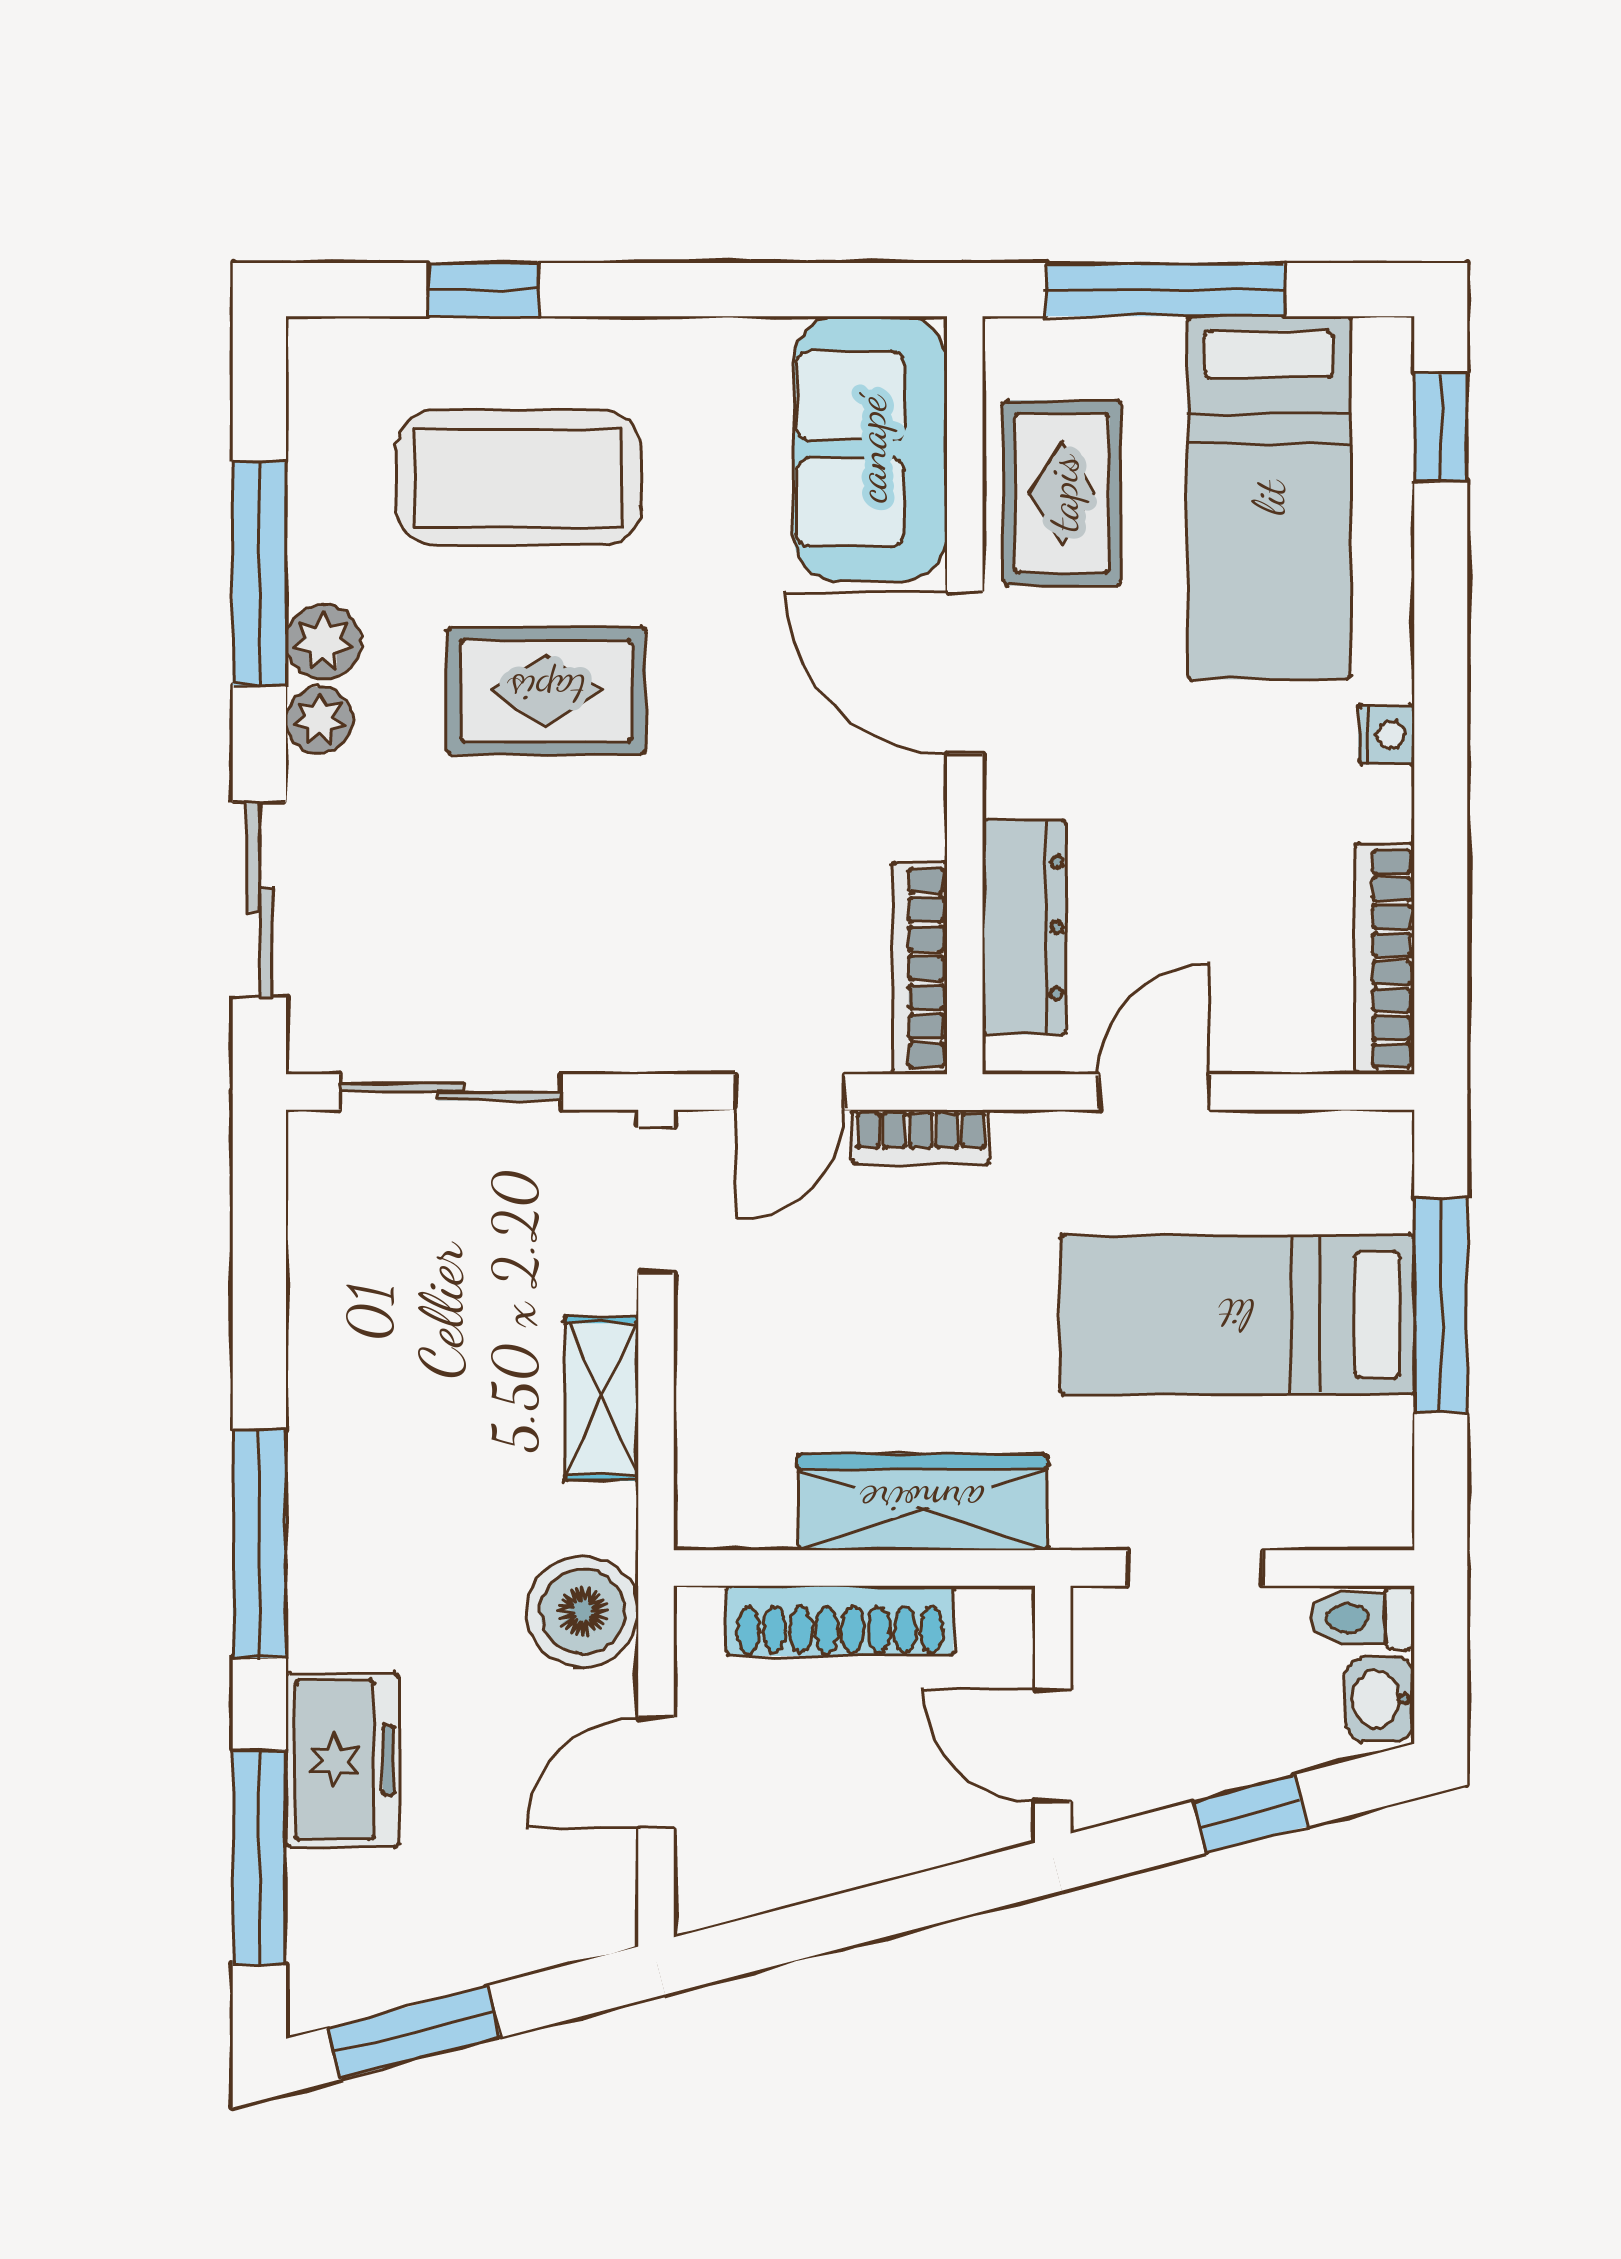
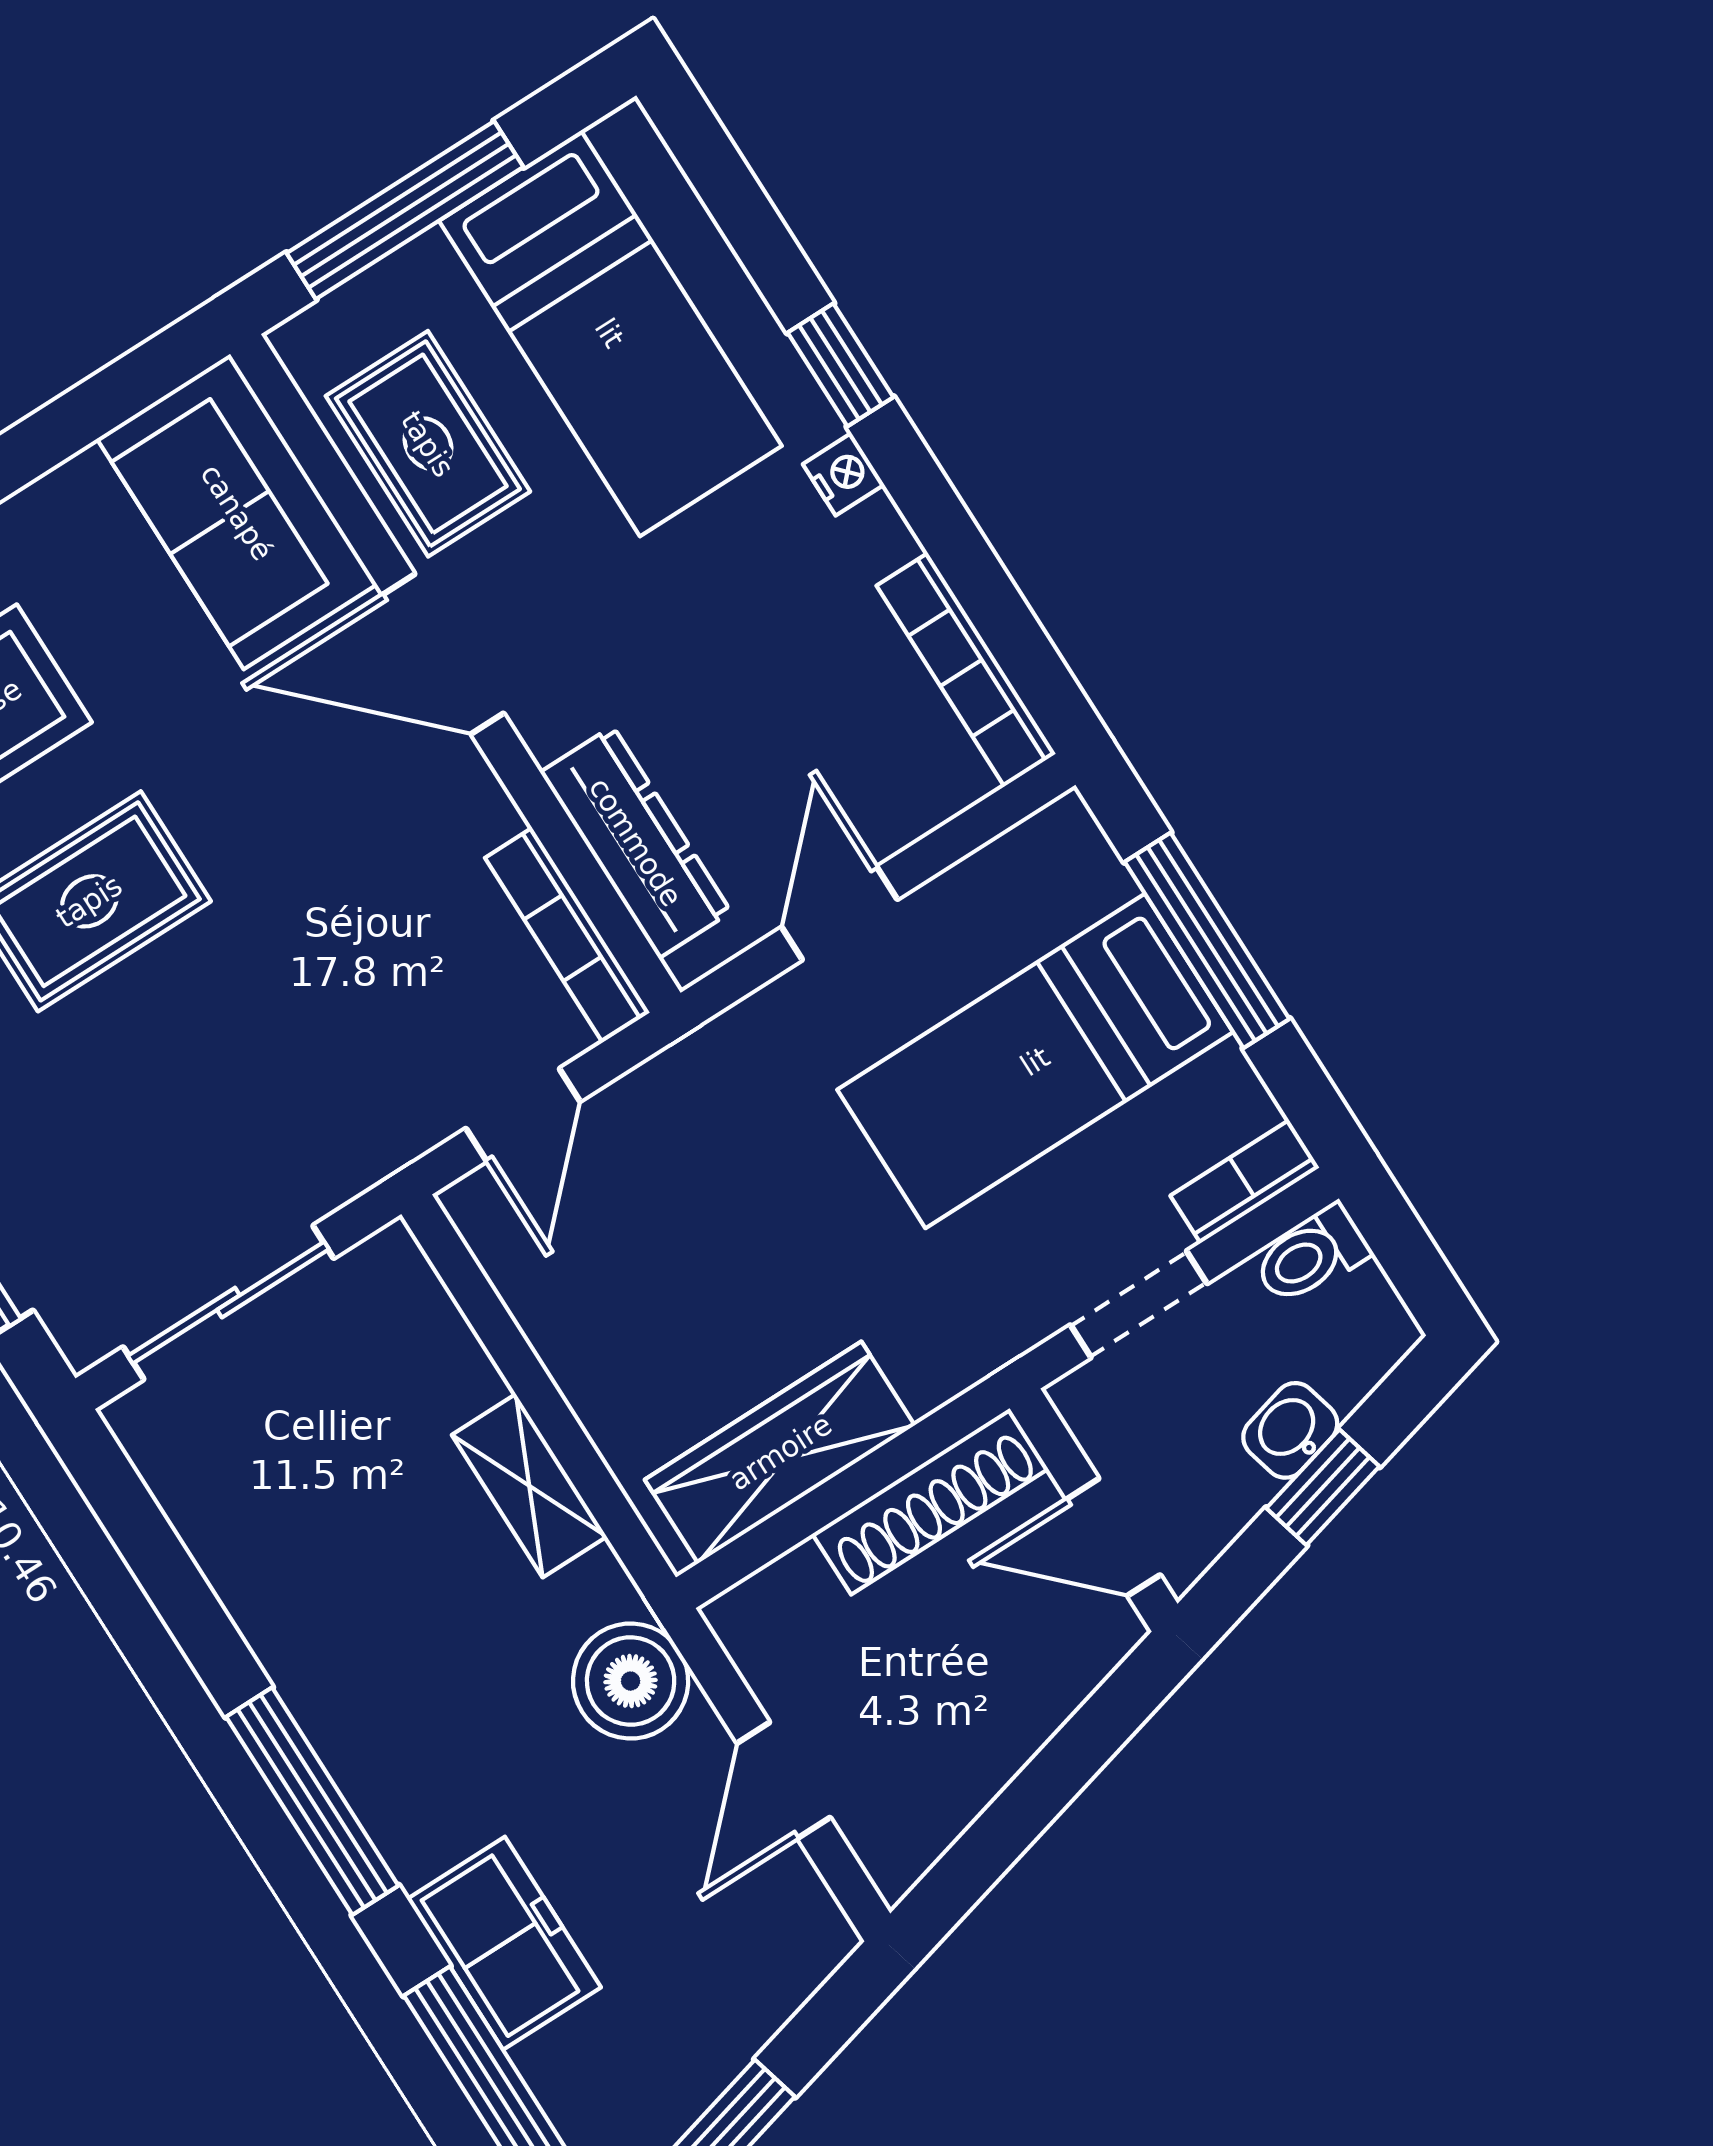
window: (1441, 427) -> (840, 365), moved
bookcase: (921, 1137) -> (1245, 1182), moved, turned 180
doorway: (656, 1200) -> (467, 1283), removed
wardrobe: (922, 1502) -> (780, 1452), moved
shoe rack: (840, 1621) -> (930, 1501), moved
washbasin: (1380, 1699) -> (1290, 1430), moved, turned 75

